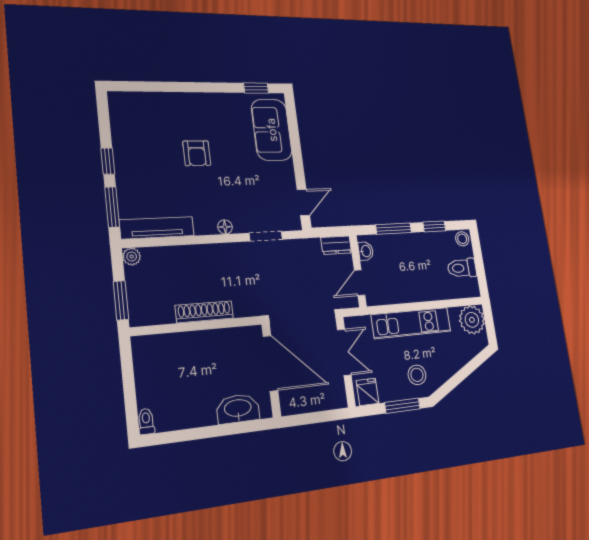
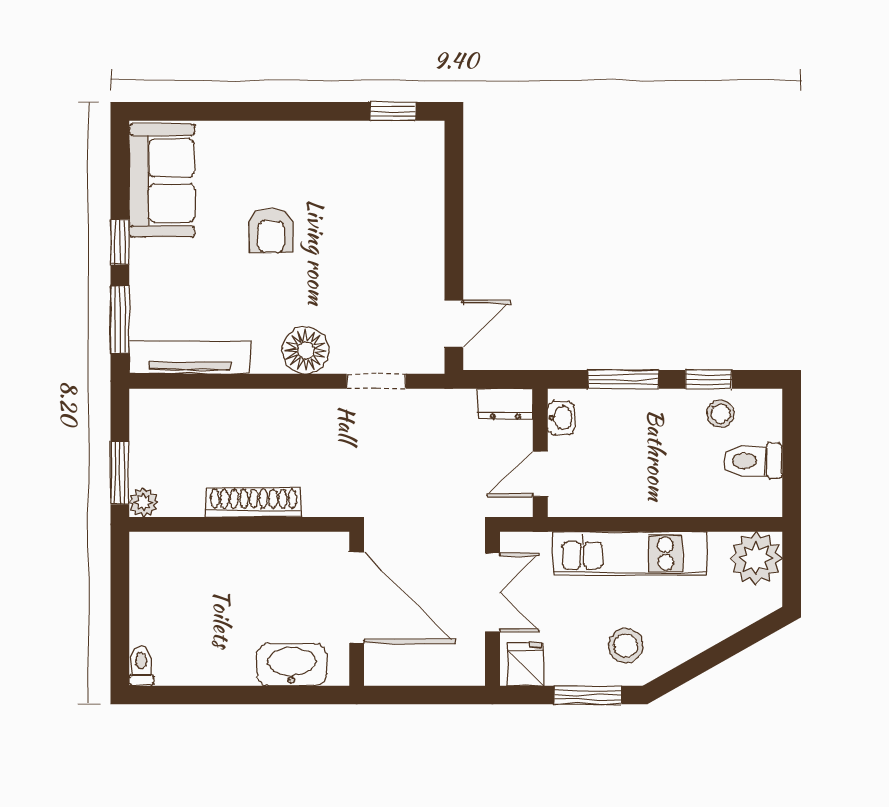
sofa: (272, 130) -> (162, 181), moved, turned 180
floor lamp: (225, 227) -> (306, 350), width x1.89, depth x1.89
stool: (462, 239) -> (721, 414), moved
plant: (132, 257) -> (144, 502), moved

